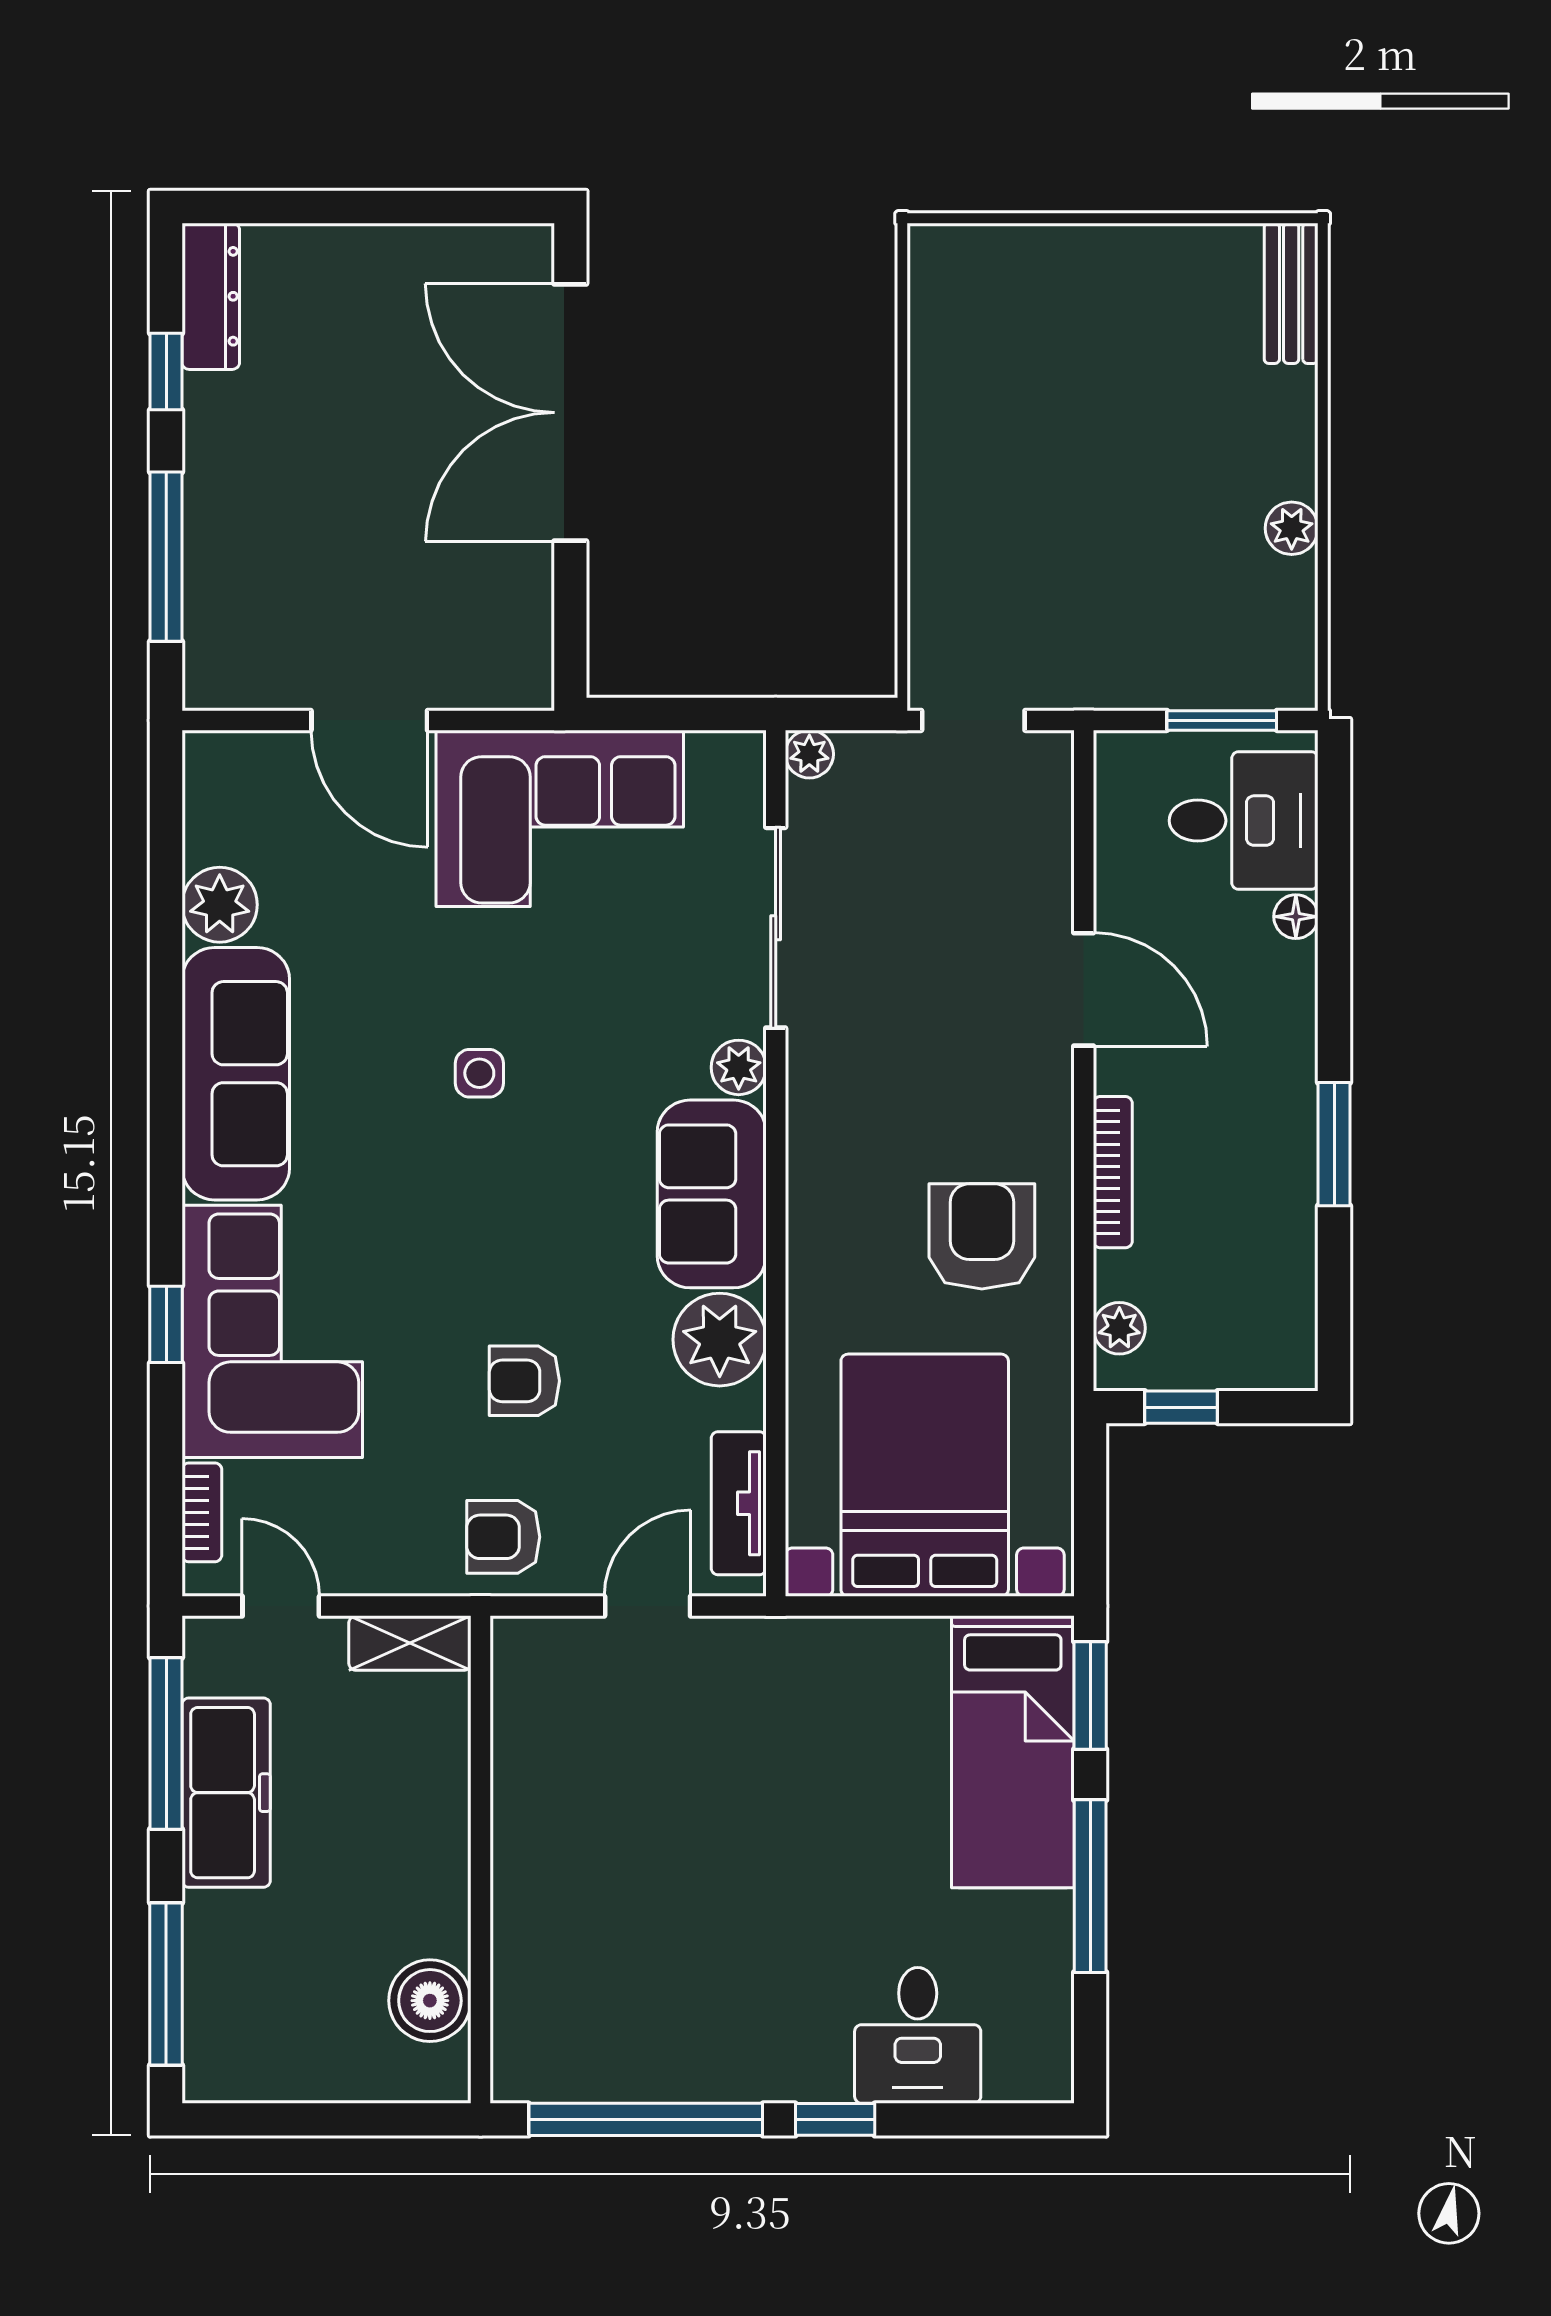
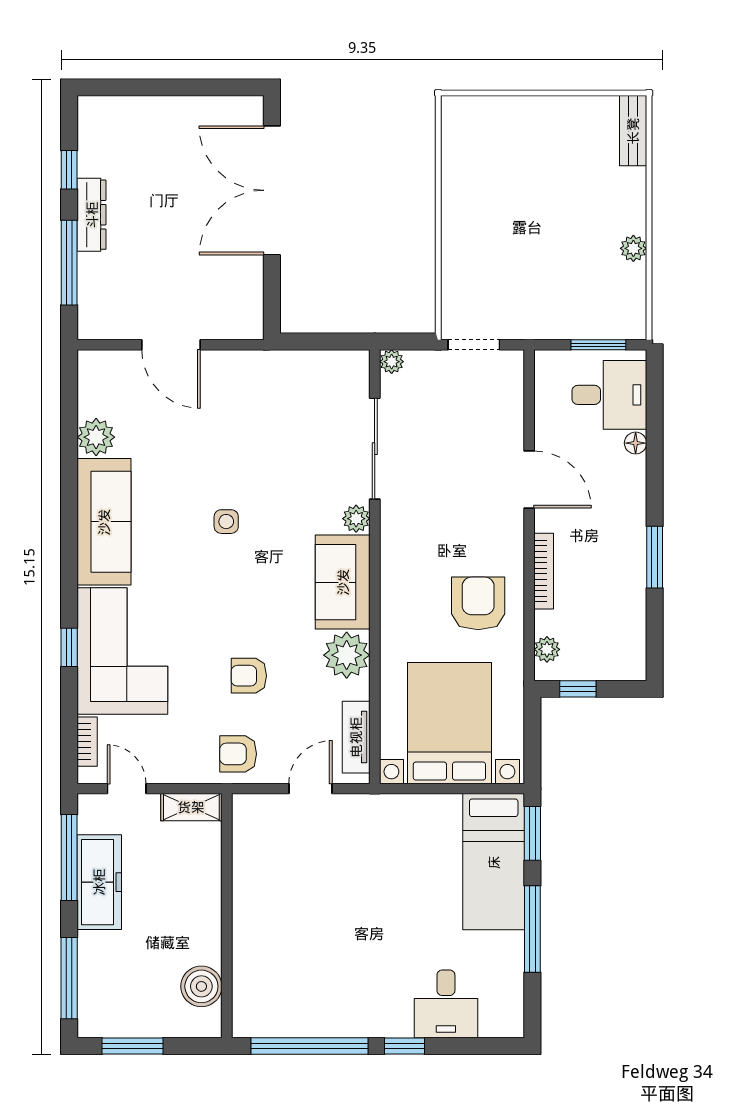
dresser: (211, 296) -> (92, 215), moved
corner sofa: (560, 818) -> (266, 394), removed
window: (292, 2119) -> (132, 1046), added

